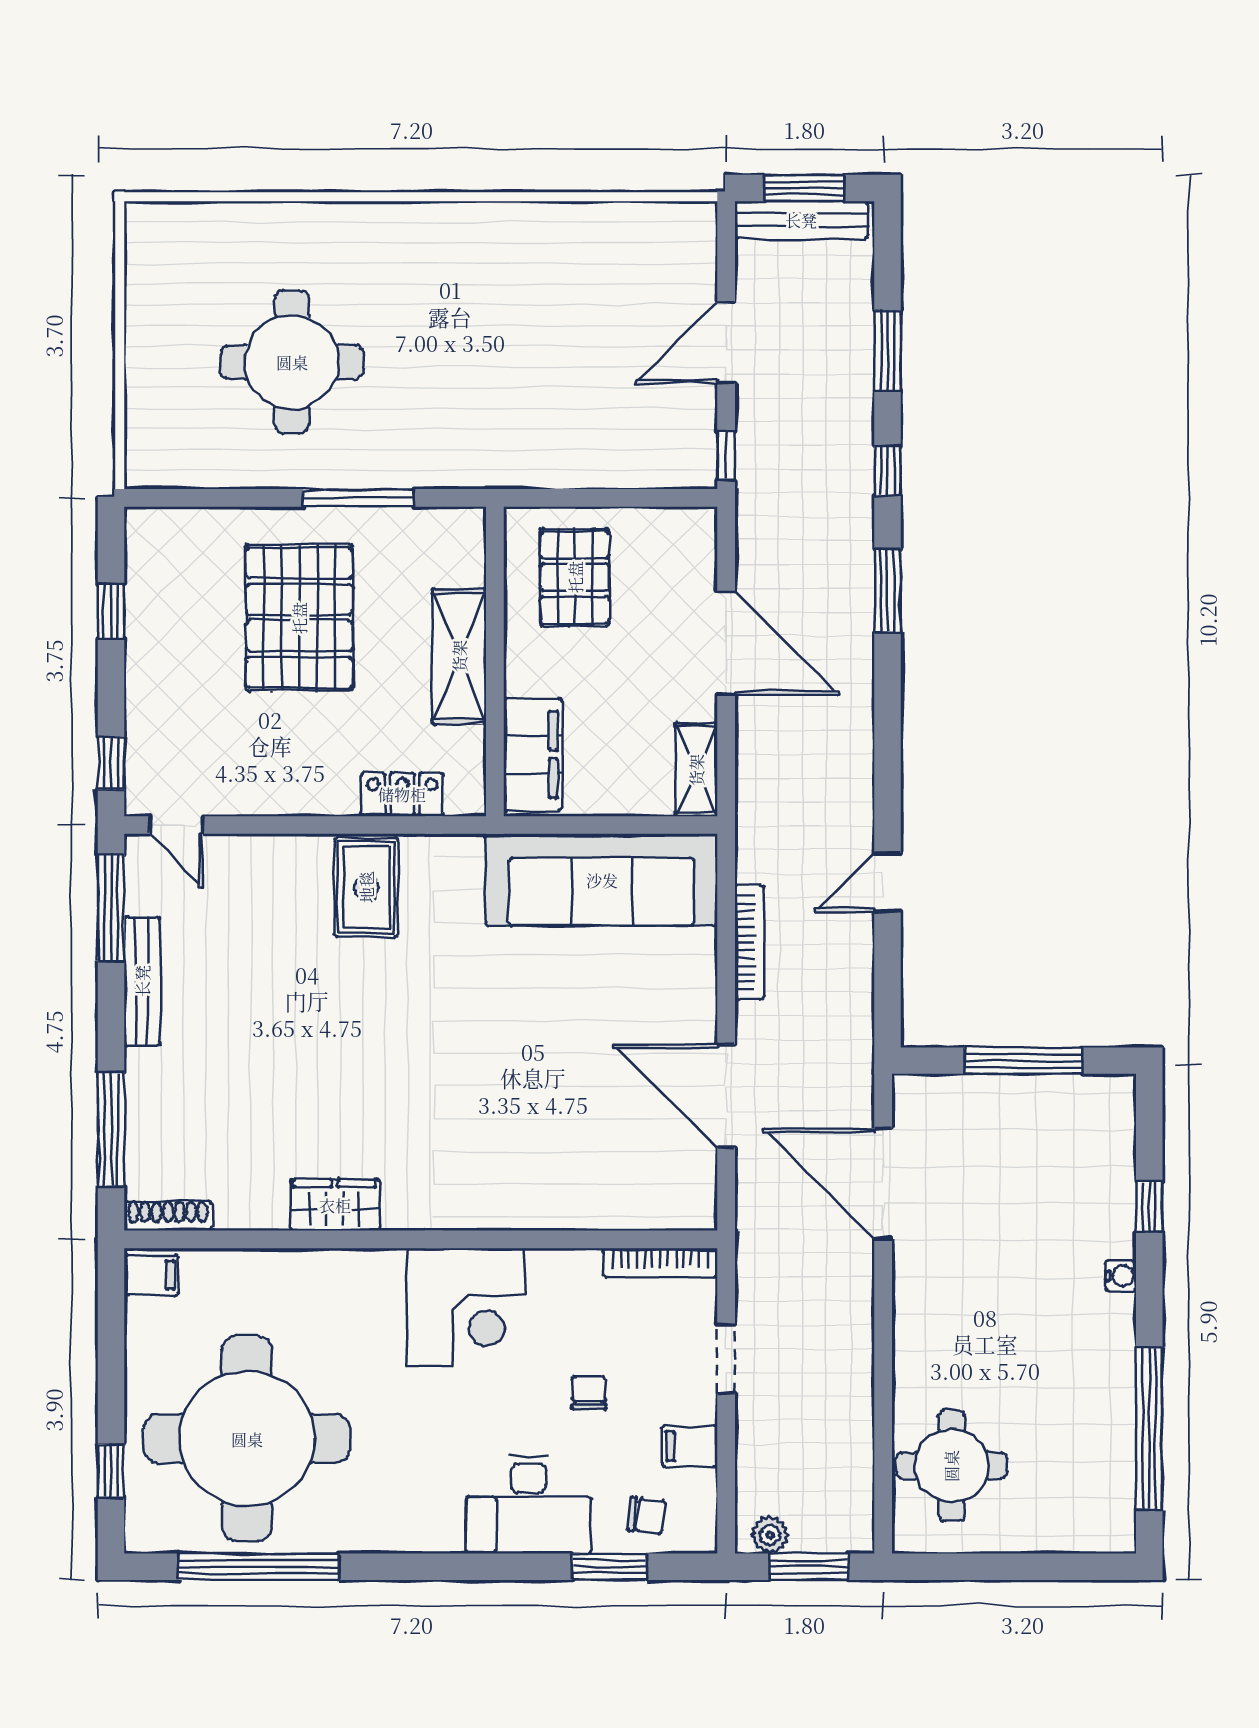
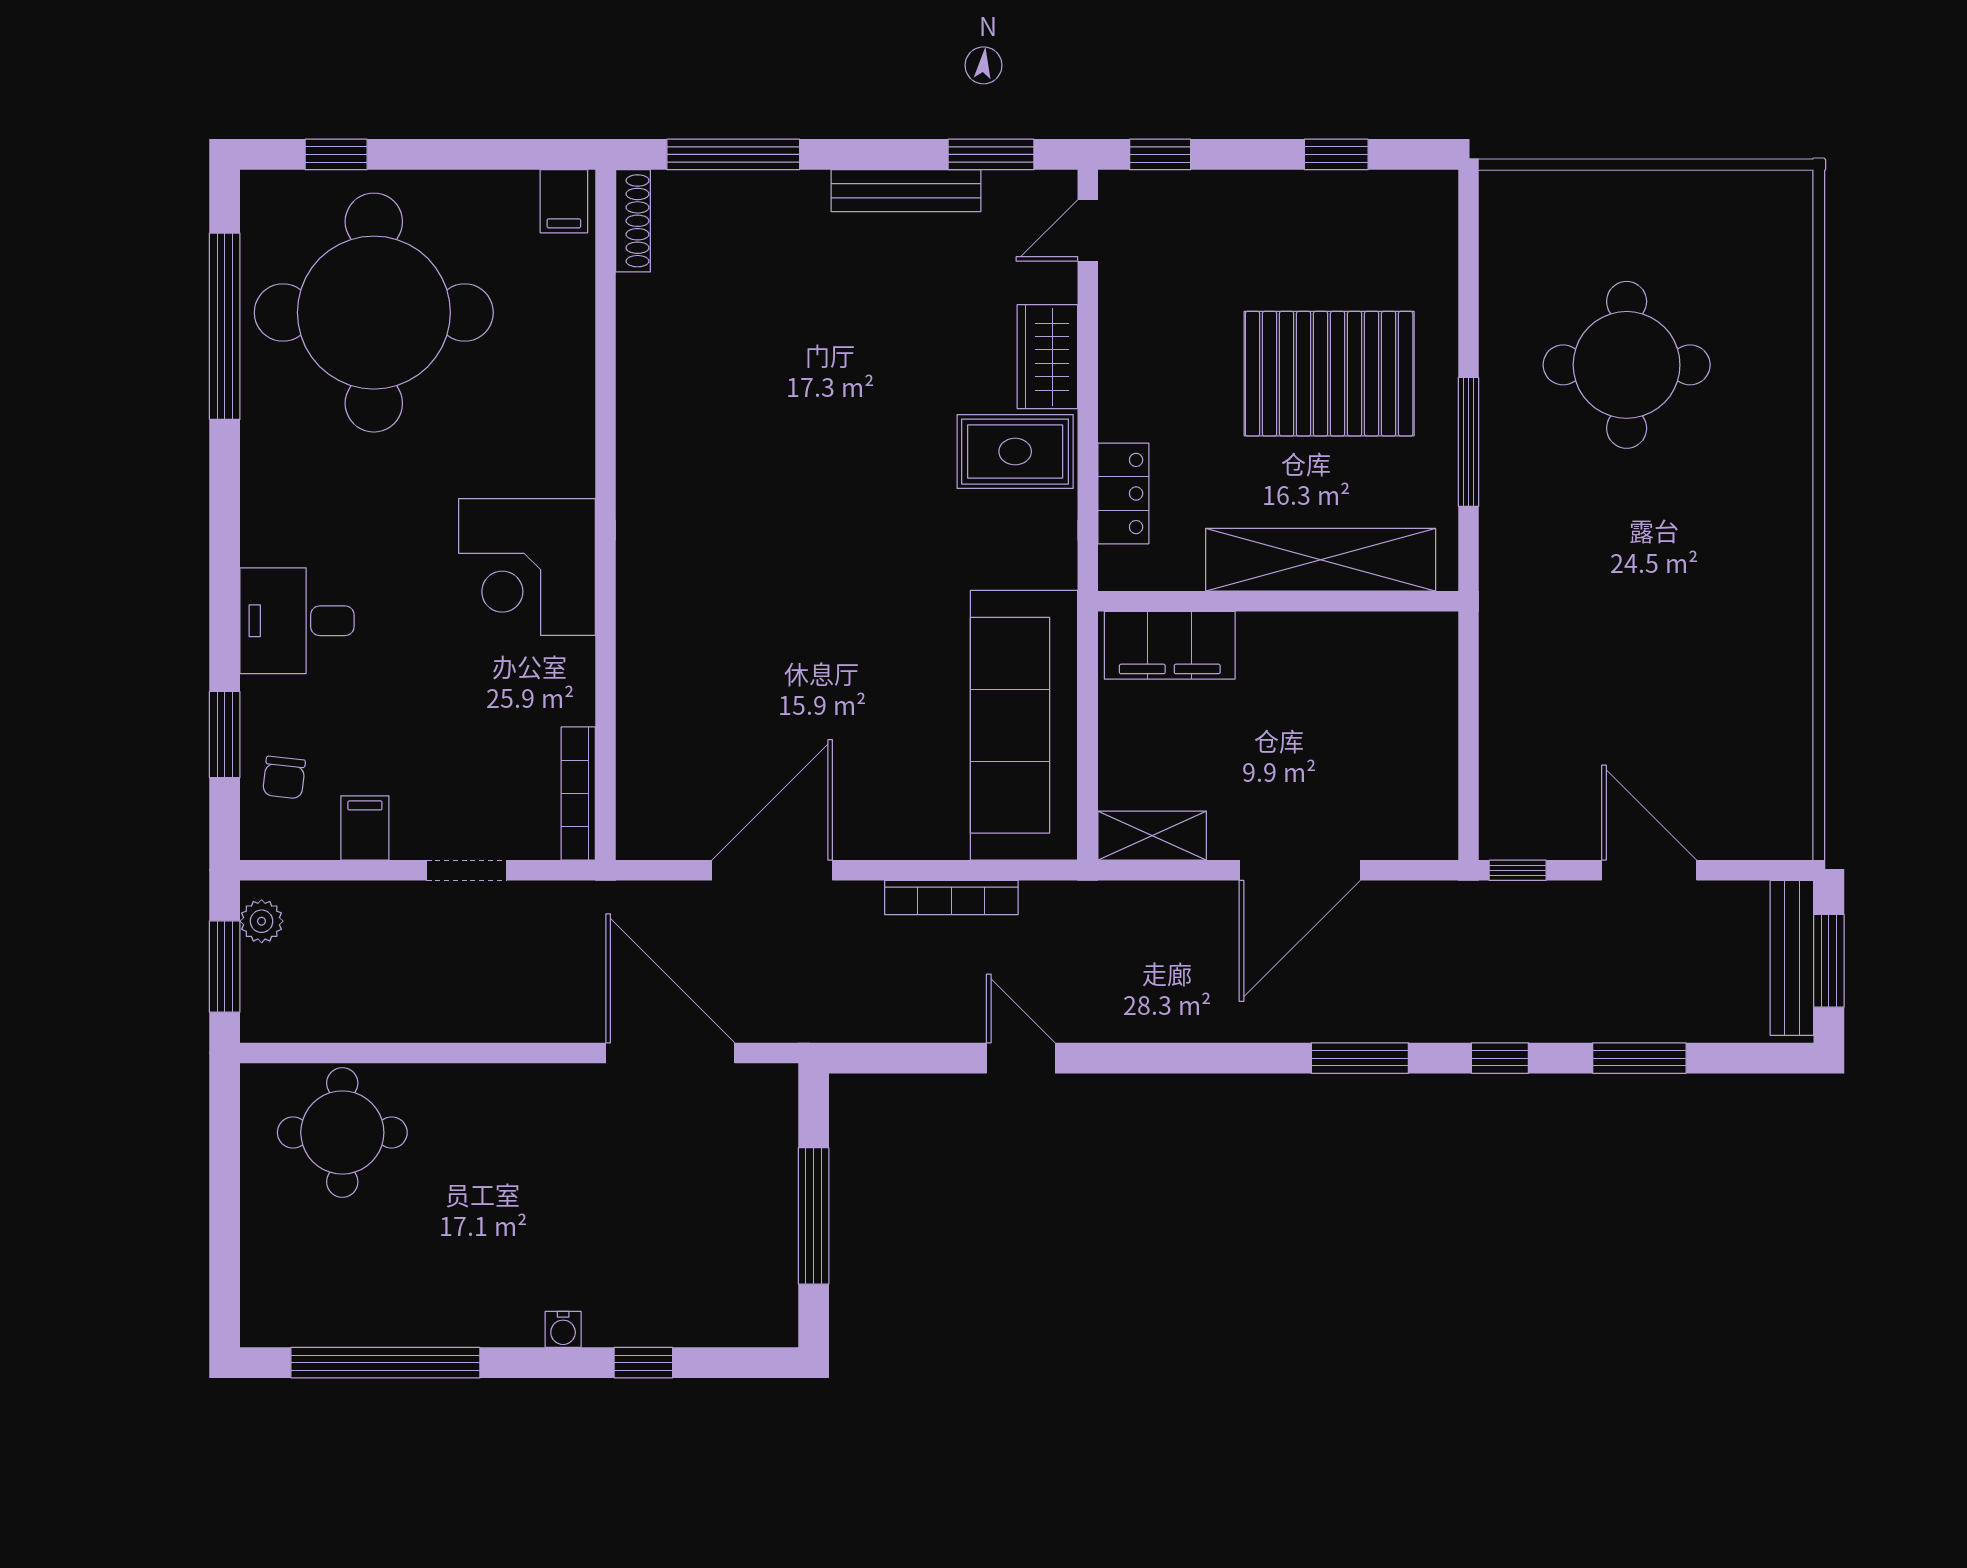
pallet: (575, 577) -> (1376, 694), removed
shelving: (459, 656) -> (1321, 560), width x1.47
window: (111, 908) -> (991, 154), width x0.69
door: (883, 1184) -> (670, 1053), hinge flipped
wardrobe: (335, 1205) -> (1047, 357), moved, turned 180
chair: (589, 1393) -> (427, 710), removed
desk: (529, 1505) -> (297, 621), width x0.73

